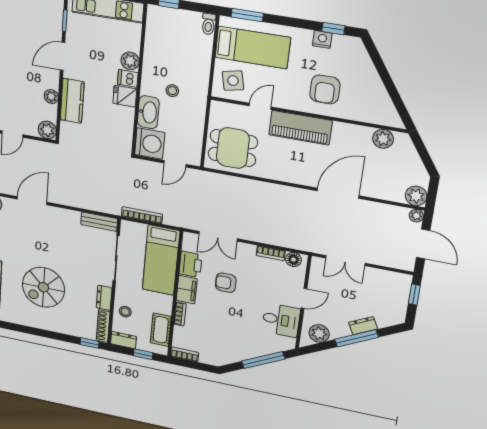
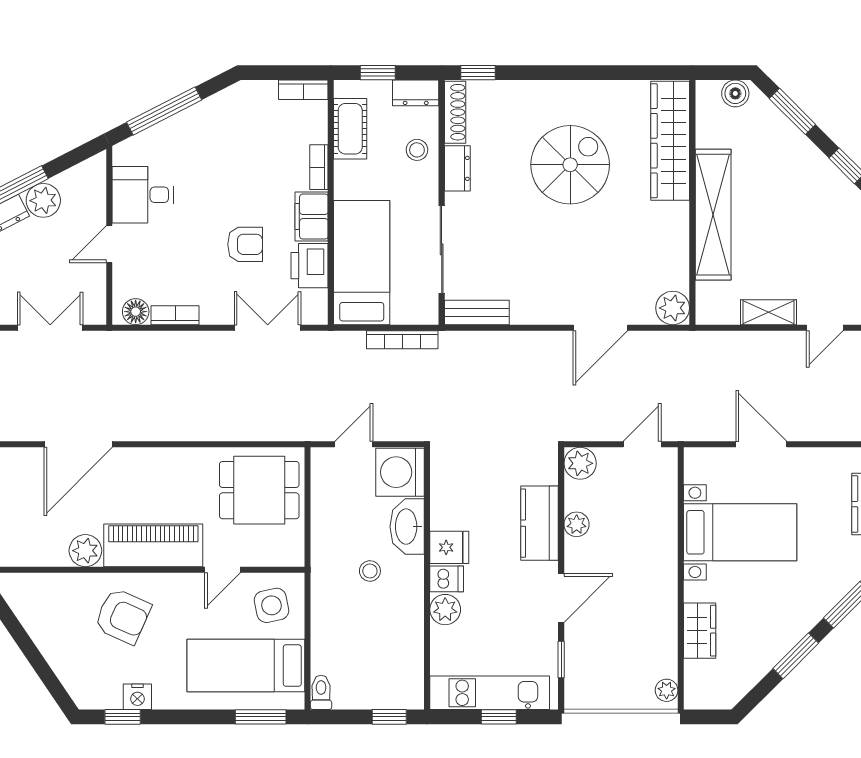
armchair: (325, 89) -> (123, 616), turned 114
plant: (383, 139) -> (85, 551), moved
plant: (319, 333) -> (43, 200), moved

